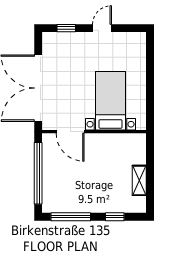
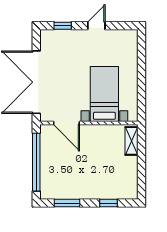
shelving: (139, 180) -> (131, 141), moved
window: (71, 217) -> (67, 203), width x0.69

